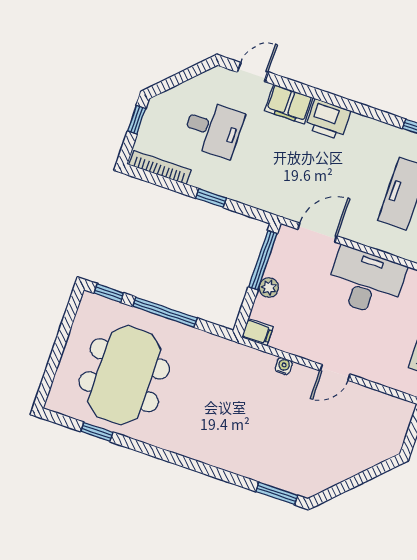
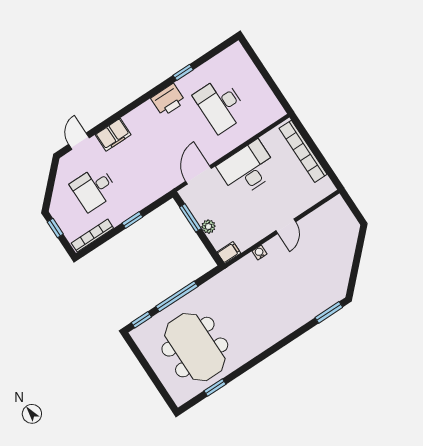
printer: (328, 120) -> (168, 100), moved
desk: (213, 129) -> (94, 188), turned 180
window: (263, 260) -> (190, 218), width x0.69

